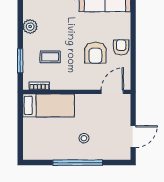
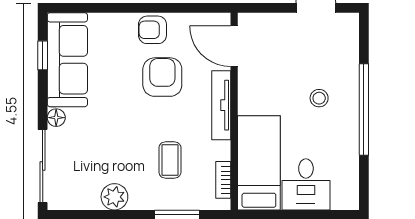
armchair: (95, 53) -> (162, 77), turned -90
tv unit: (80, 85) -> (221, 105), added
desk: (37, 131) -> (306, 184), added

